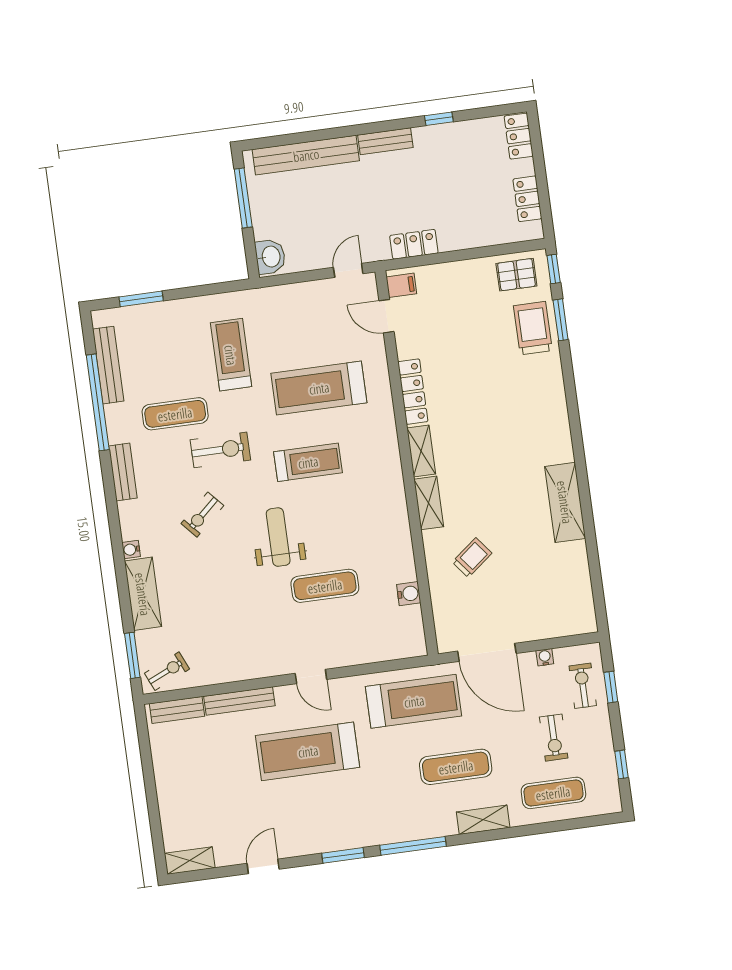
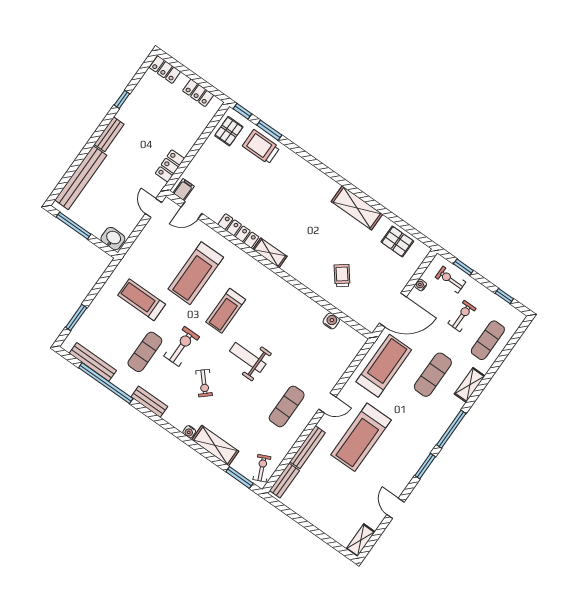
treadmill: (308, 462) -> (226, 311), turned 180
shelving: (429, 503) -> (297, 272), removed
pallet: (570, 585) -> (397, 242), added
exercise mat: (325, 586) -> (287, 406), moved
exercise bike: (554, 738) -> (462, 316), turned -90

